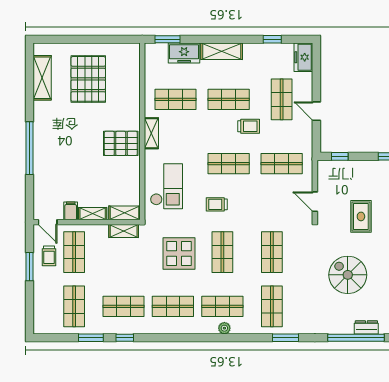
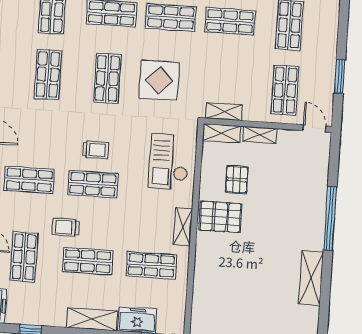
shelving: (42, 78) -> (311, 278), moved
pallet: (88, 79) -> (237, 180), moved, width x0.49, depth x0.50
trolley: (217, 204) -> (95, 150), moved
filing cabinet: (71, 211) -> (286, 140), removed
trolley: (49, 256) -> (315, 88), removed

